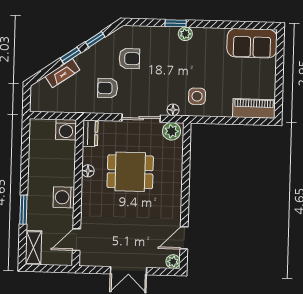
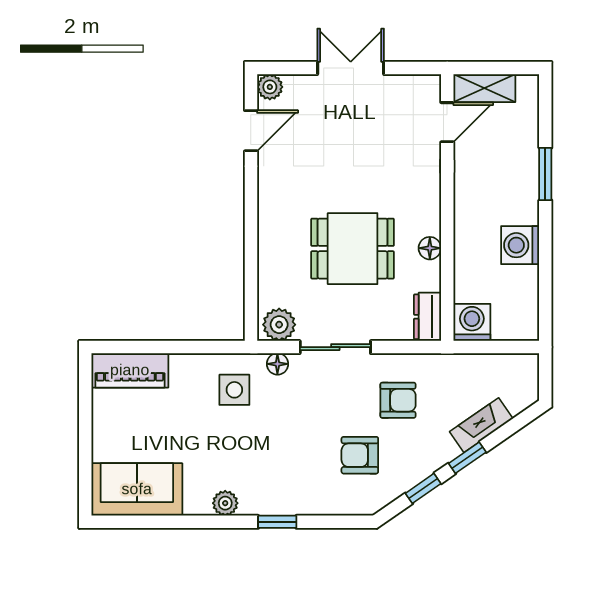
plant: (185, 34) -> (225, 503), moved
washing machine: (64, 197) -> (520, 245), moved, turned 180
shelving: (33, 248) -> (484, 88), moved, turned 90

